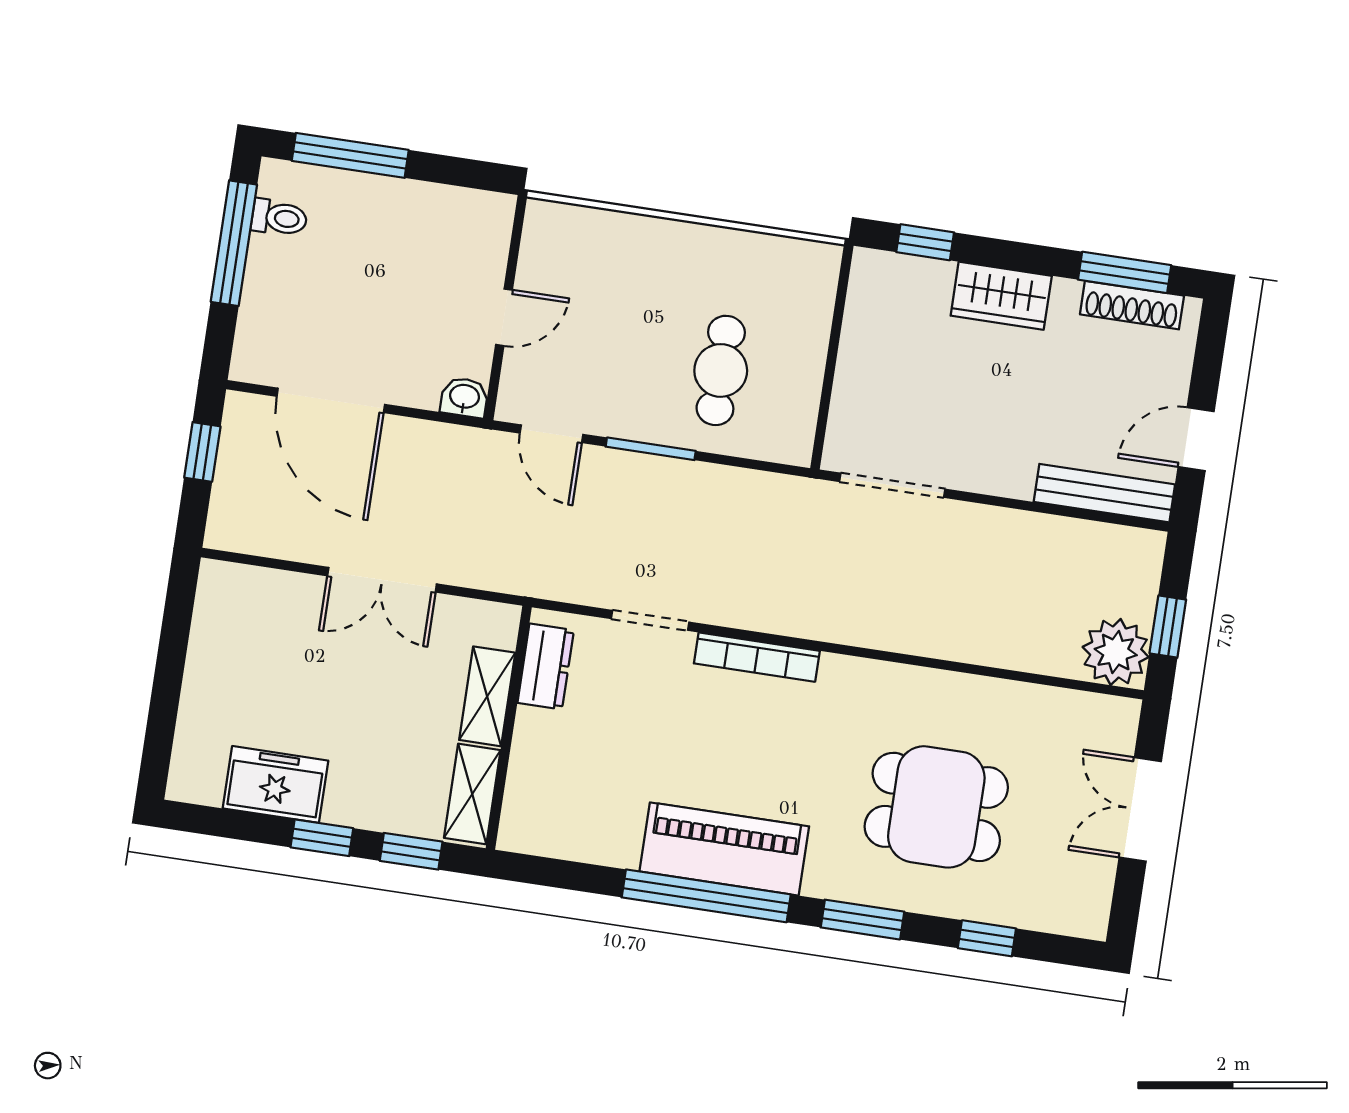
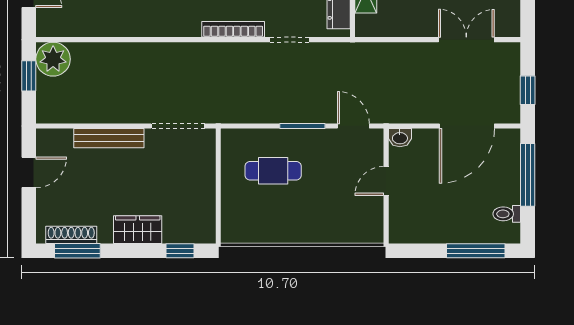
window: (234, 243) -> (528, 175), moved
cafe table: (721, 370) -> (273, 171), turned 90
door: (331, 400) -> (467, 126), swing flipped
bench: (1104, 493) -> (109, 138), moved
double door: (382, 580) -> (466, 40), moved

